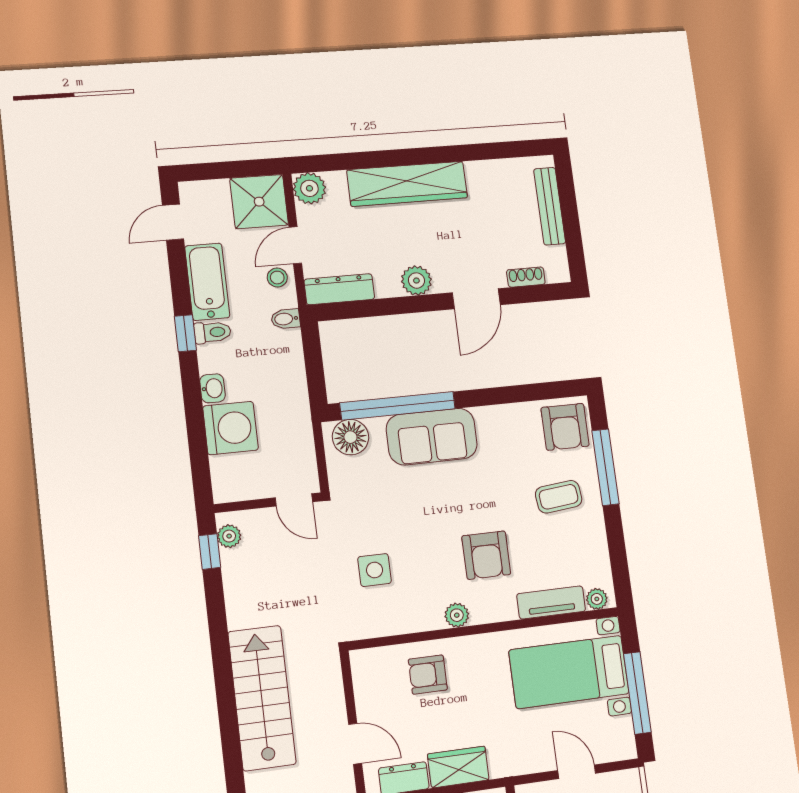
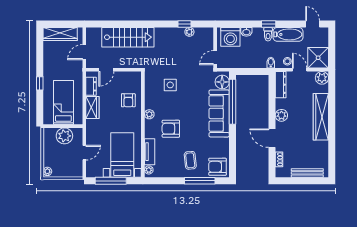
sofa: (432, 437) -> (219, 113), width x1.36
door: (294, 500) -> (215, 58), moved
wall: (268, 503) -> (215, 48), moved
armchair: (428, 675) -> (128, 100), turned 180

